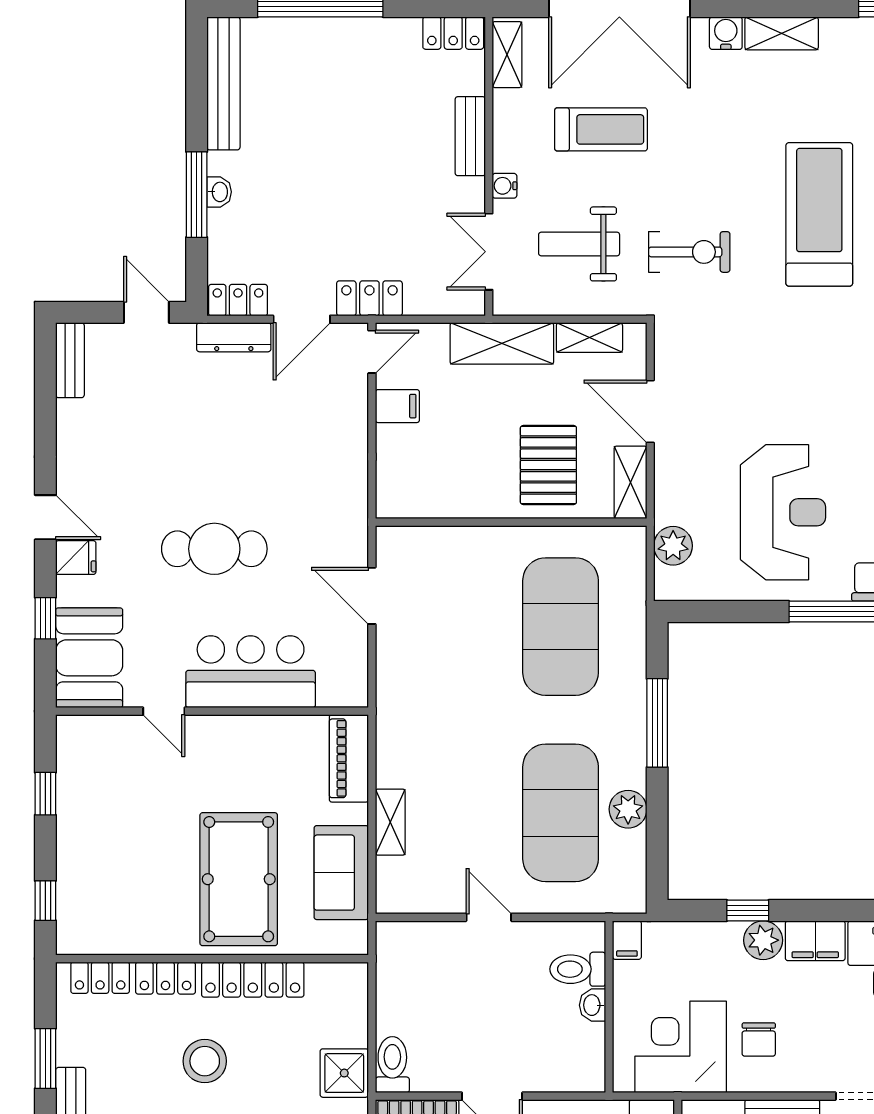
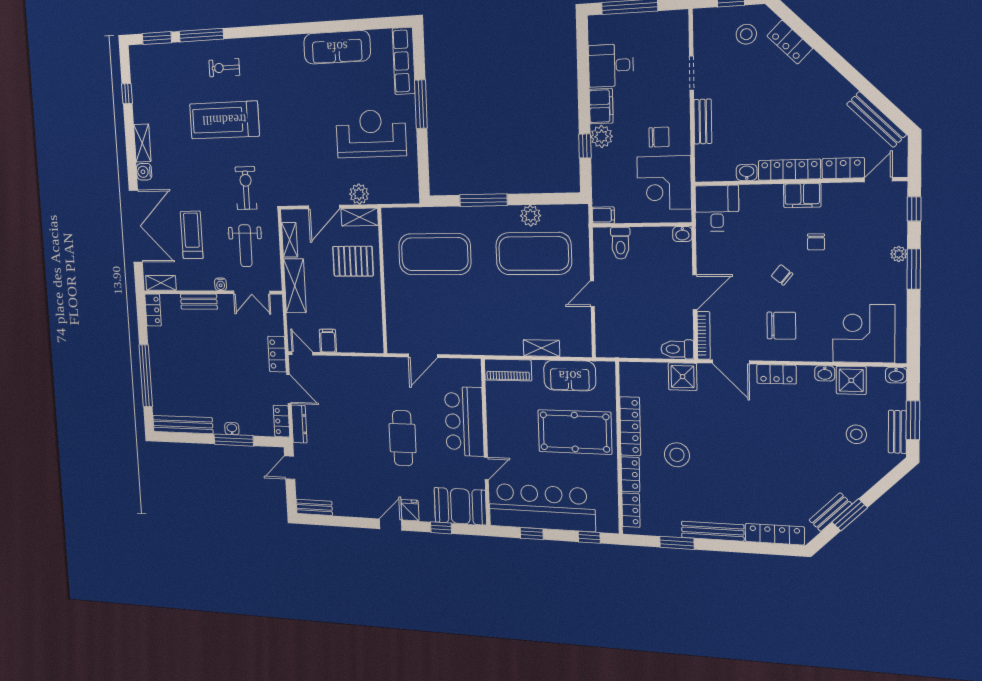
plant: (673, 546) -> (359, 194), moved
bar counter: (96, 814) -> (542, 507), added
washbasin: (593, 1005) -> (682, 234), moved

